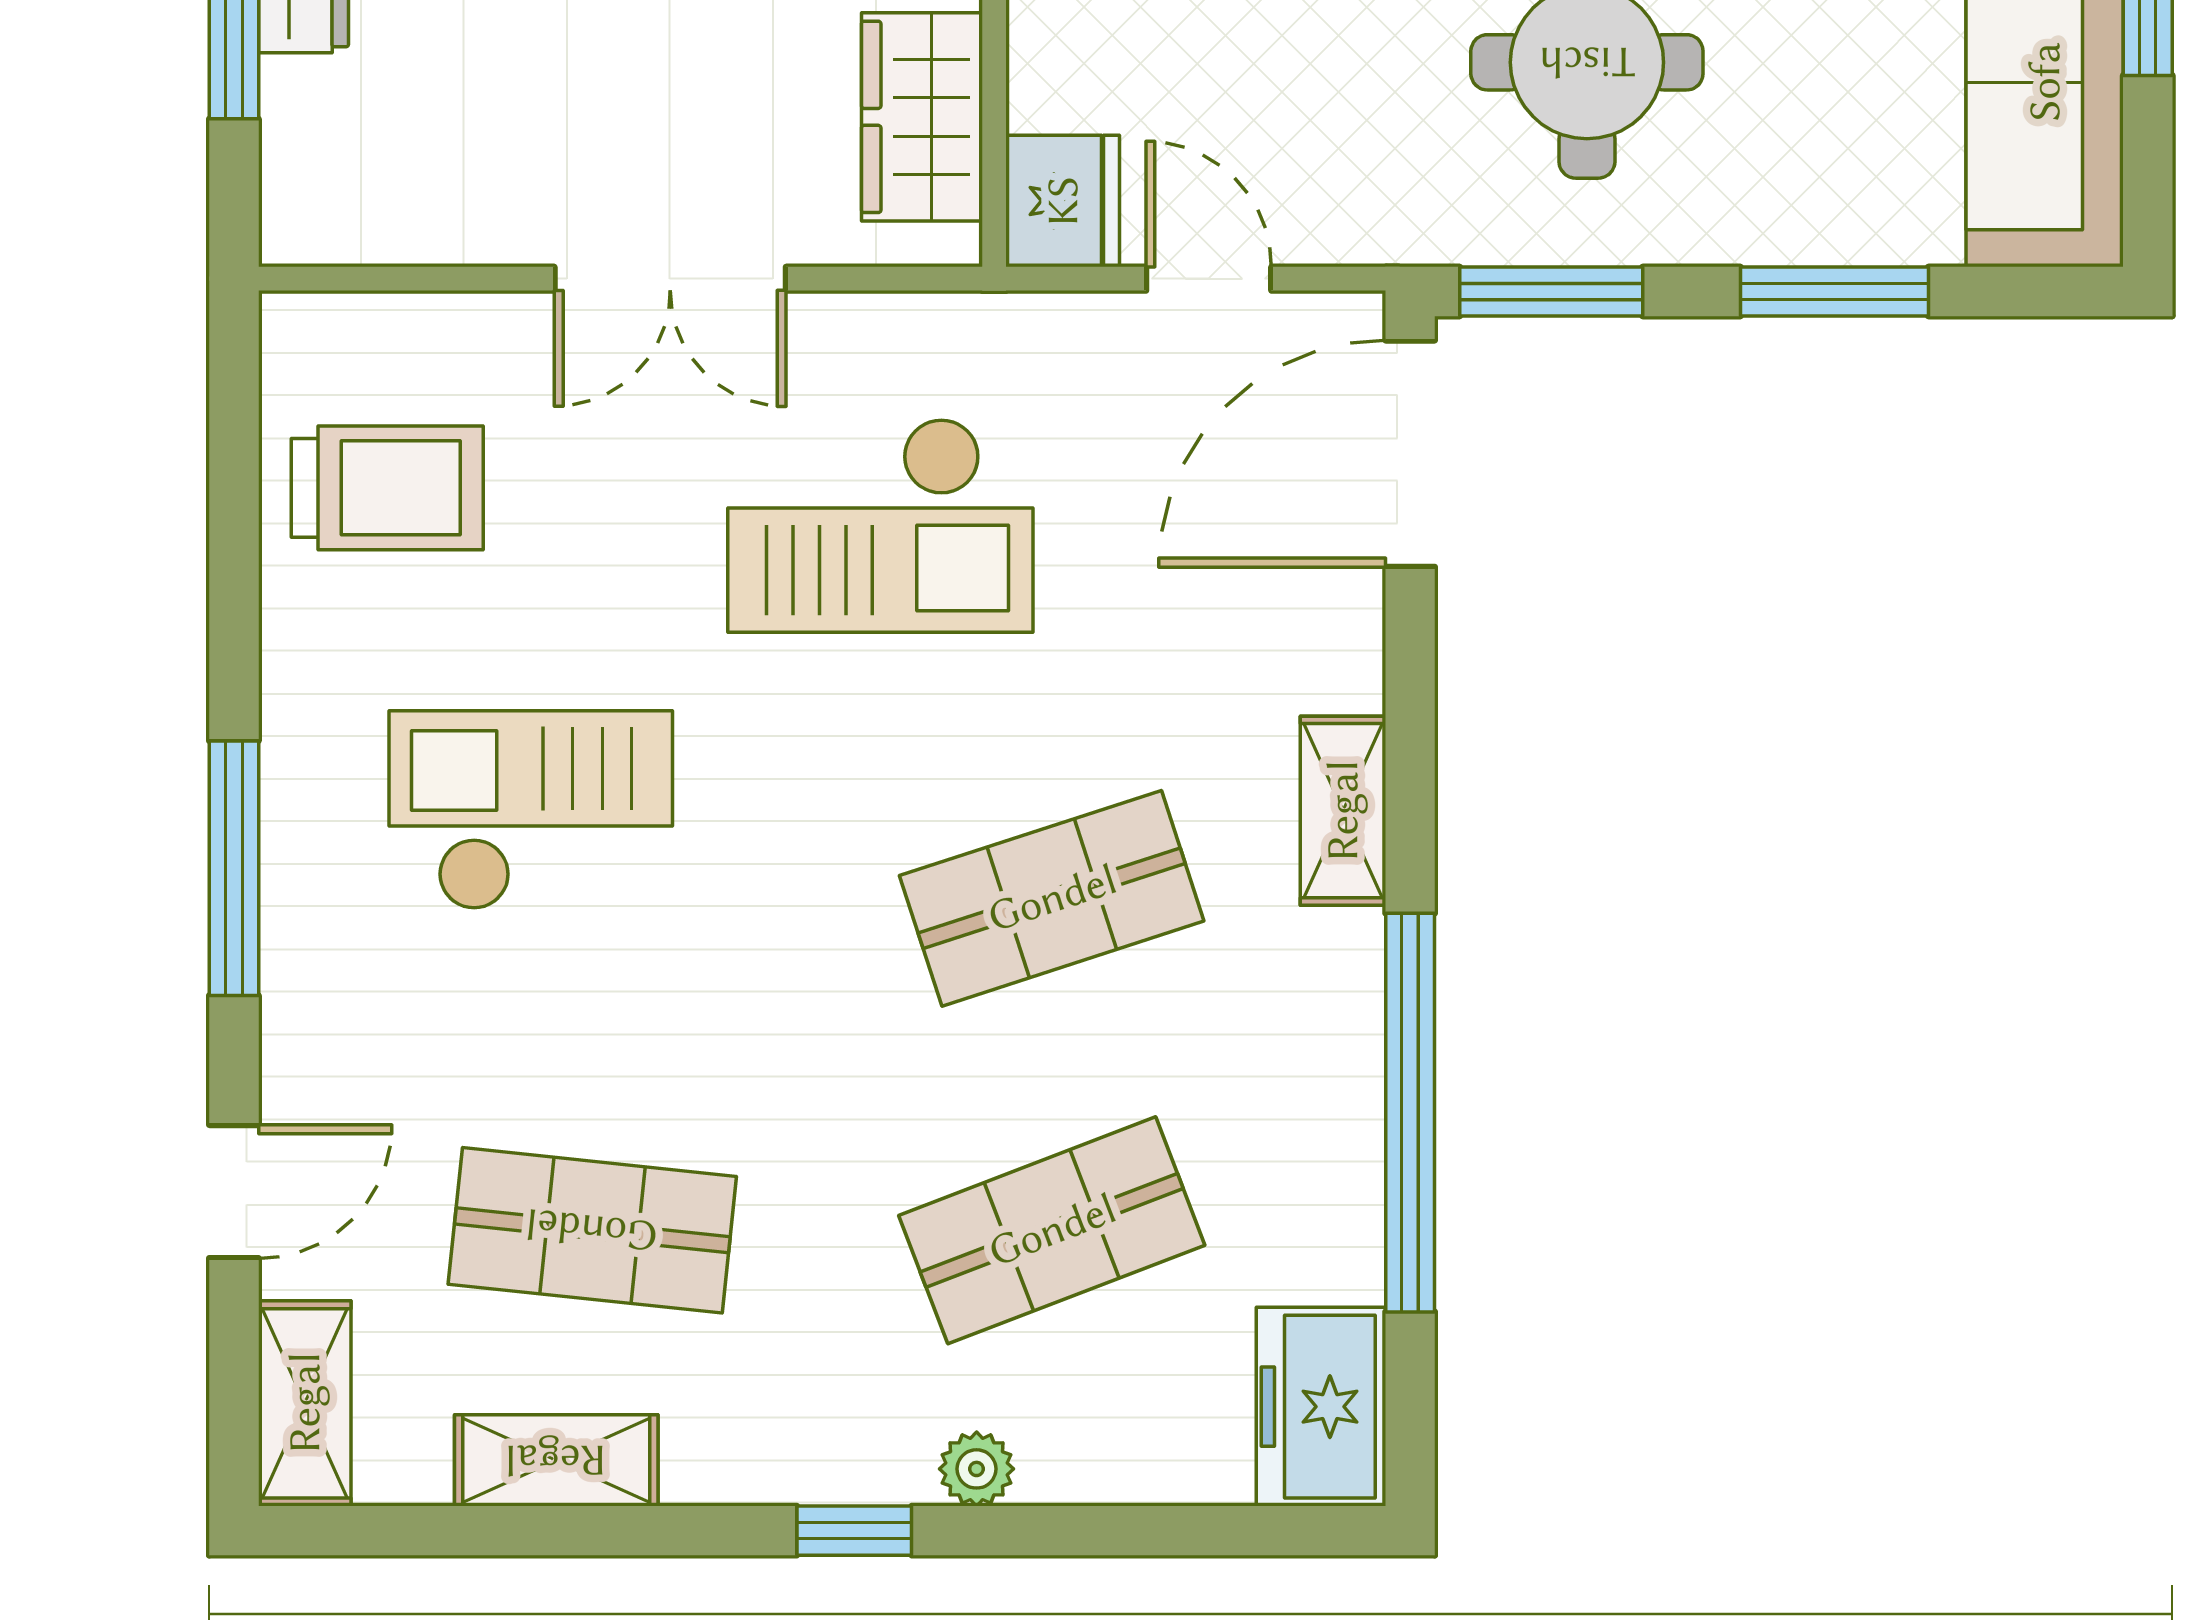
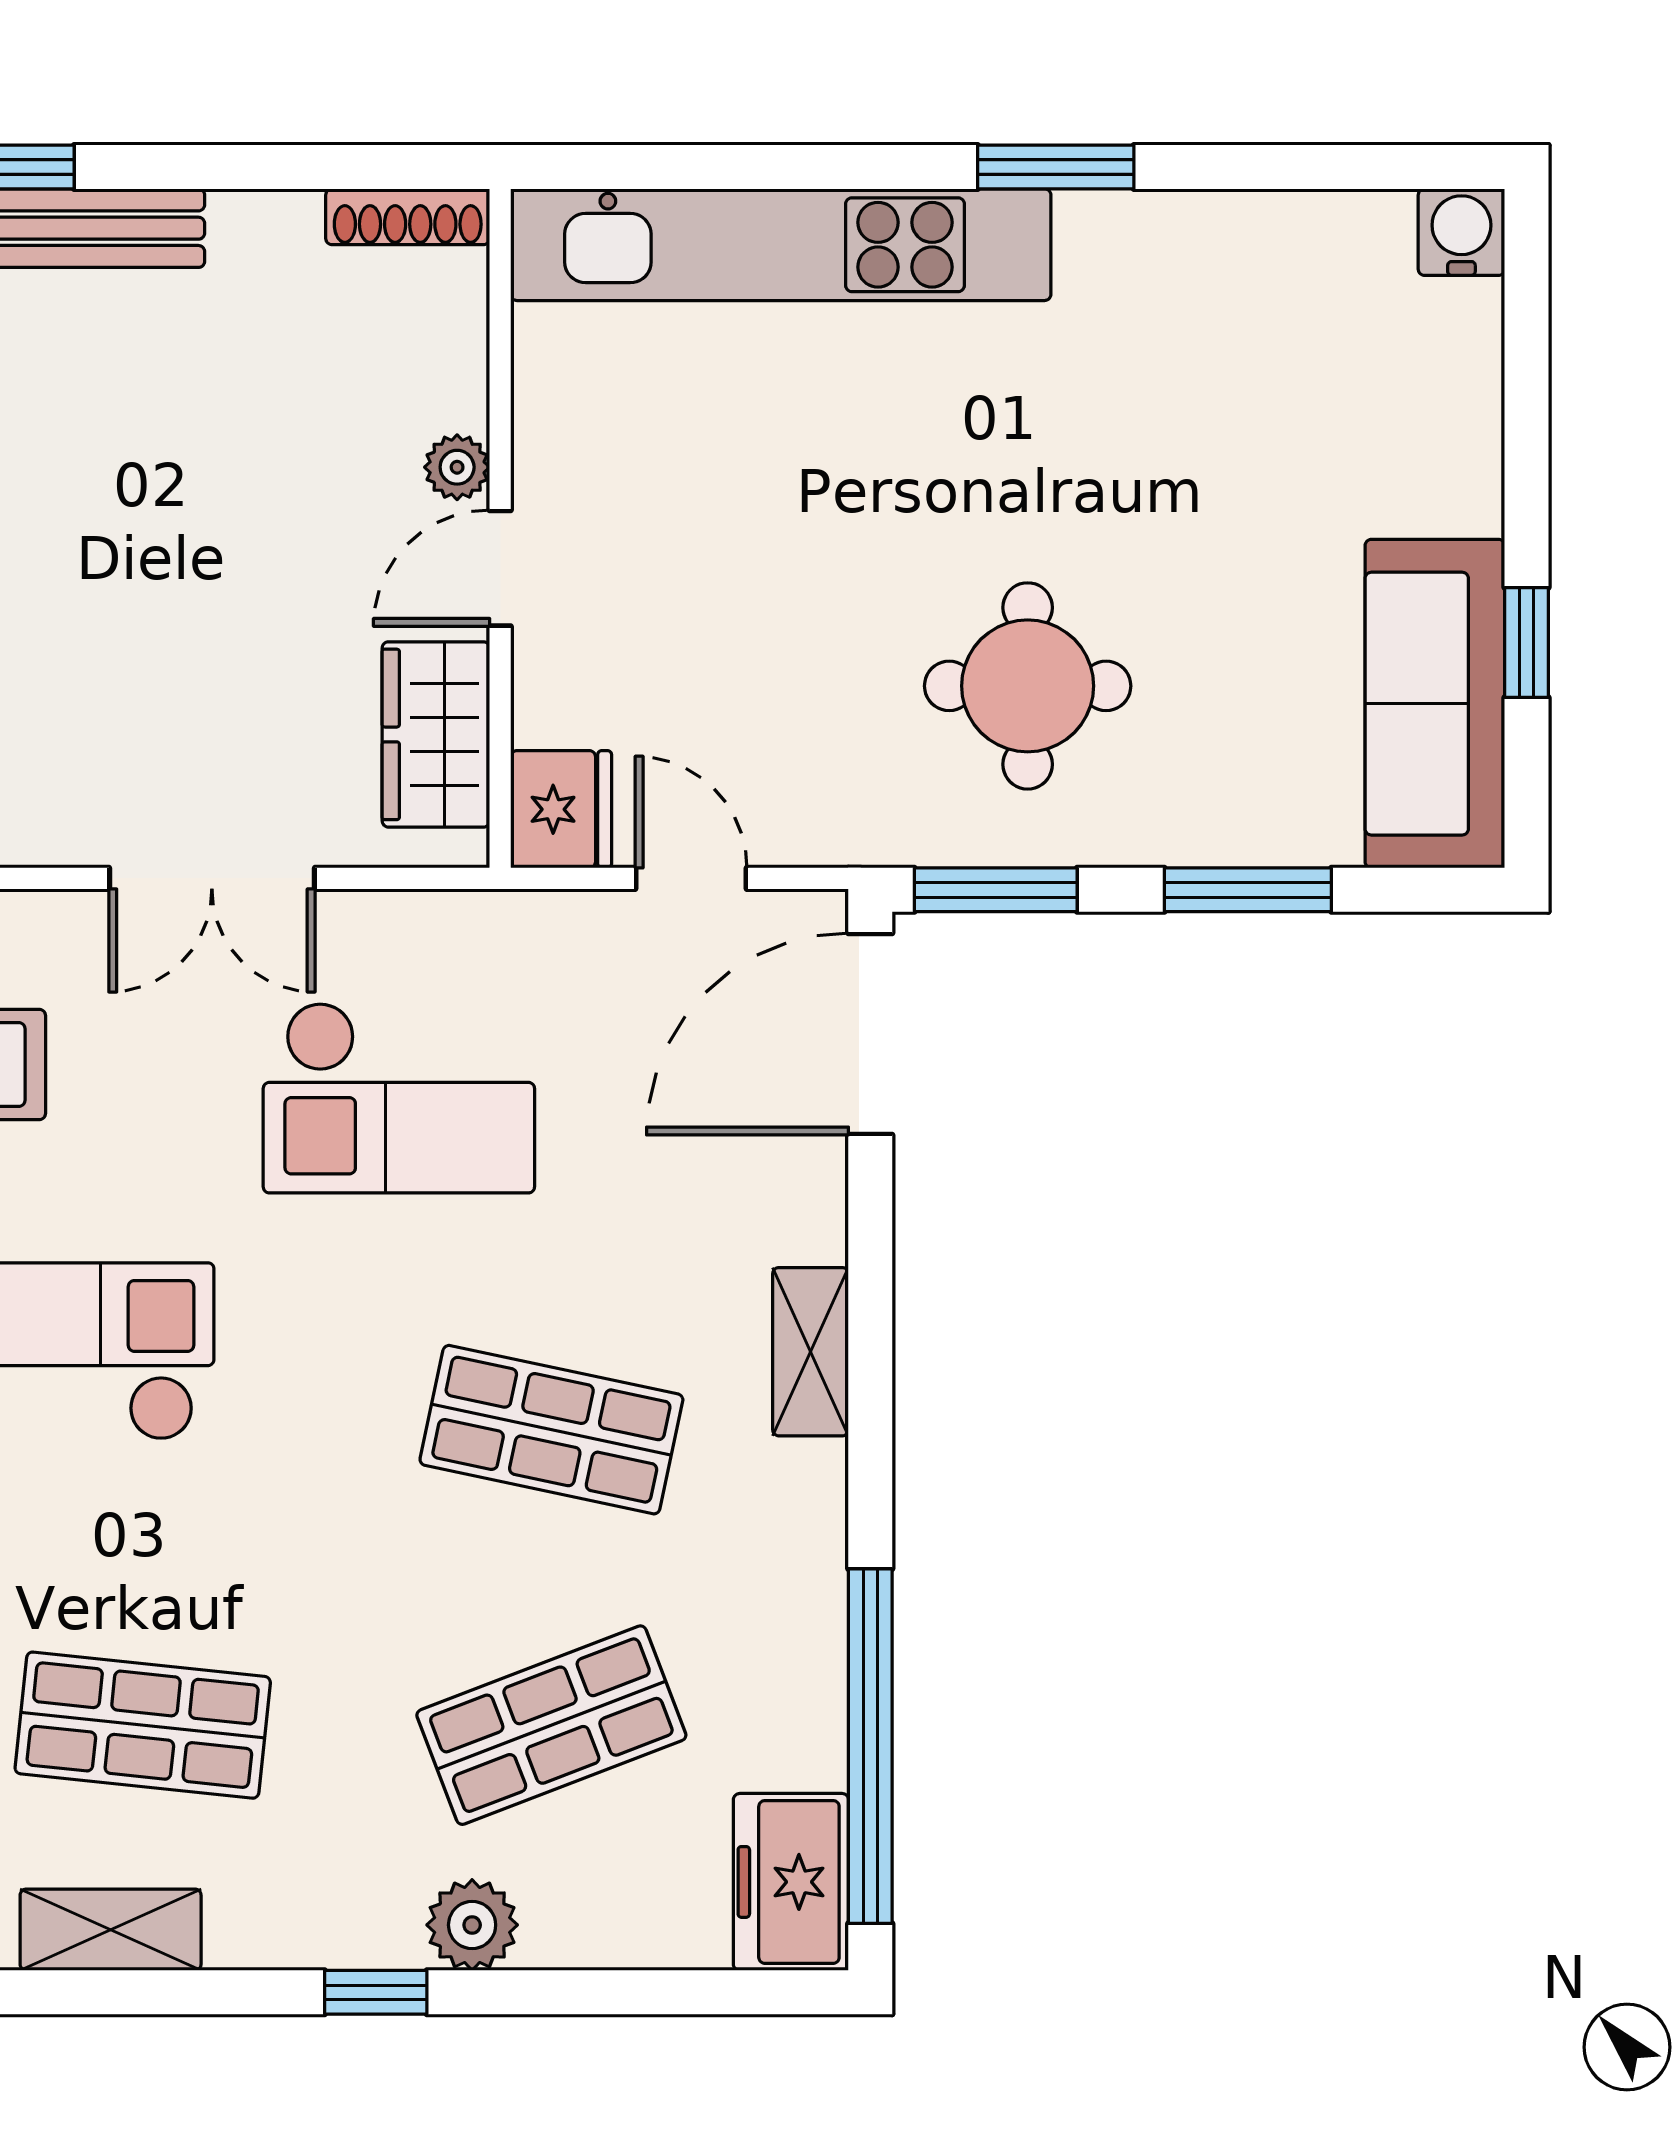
shop shelf: (1052, 898) -> (551, 1430), turned 30
window: (1410, 1113) -> (870, 1746), moved
plant: (977, 1469) -> (472, 1925), width x1.38, depth x1.38

